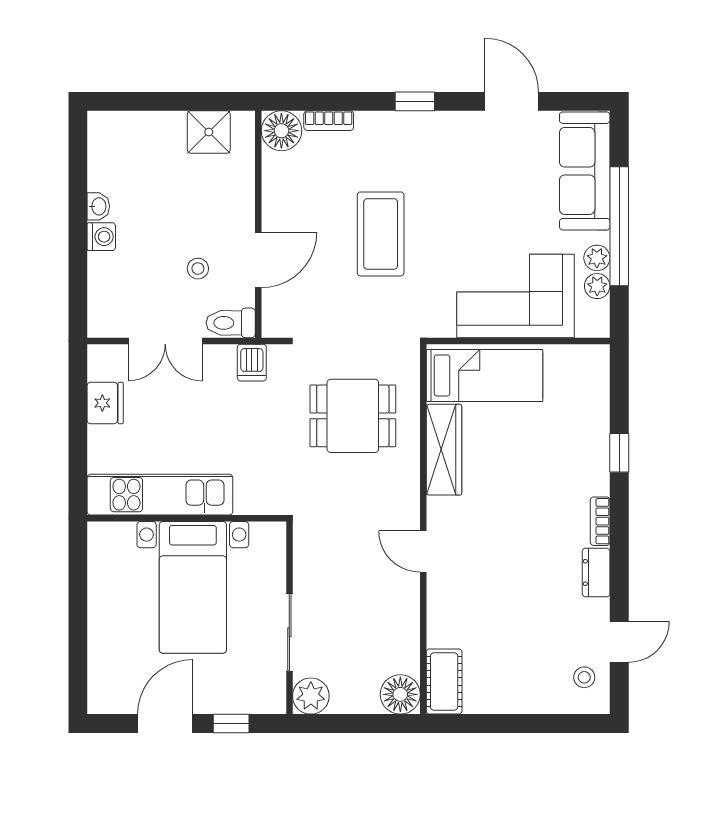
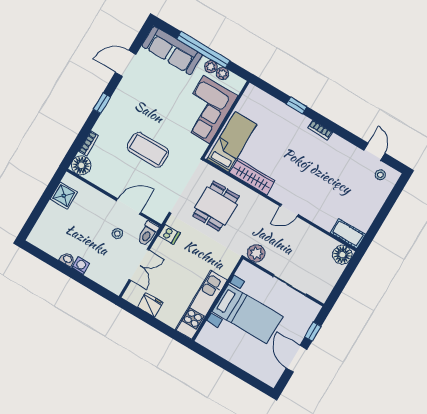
door: (258, 260) -> (129, 207), hinge flipped
dresser: (596, 573) -> (340, 144), removed
plant: (311, 696) -> (256, 253), moved

